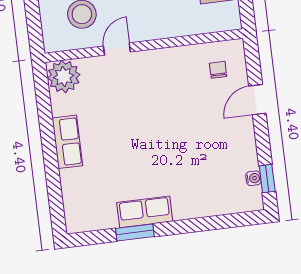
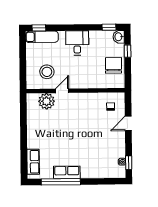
plant: (64, 76) -> (47, 101), moved
row of seats: (67, 142) -> (33, 162), moved
window: (135, 232) -> (61, 182), width x2.11

